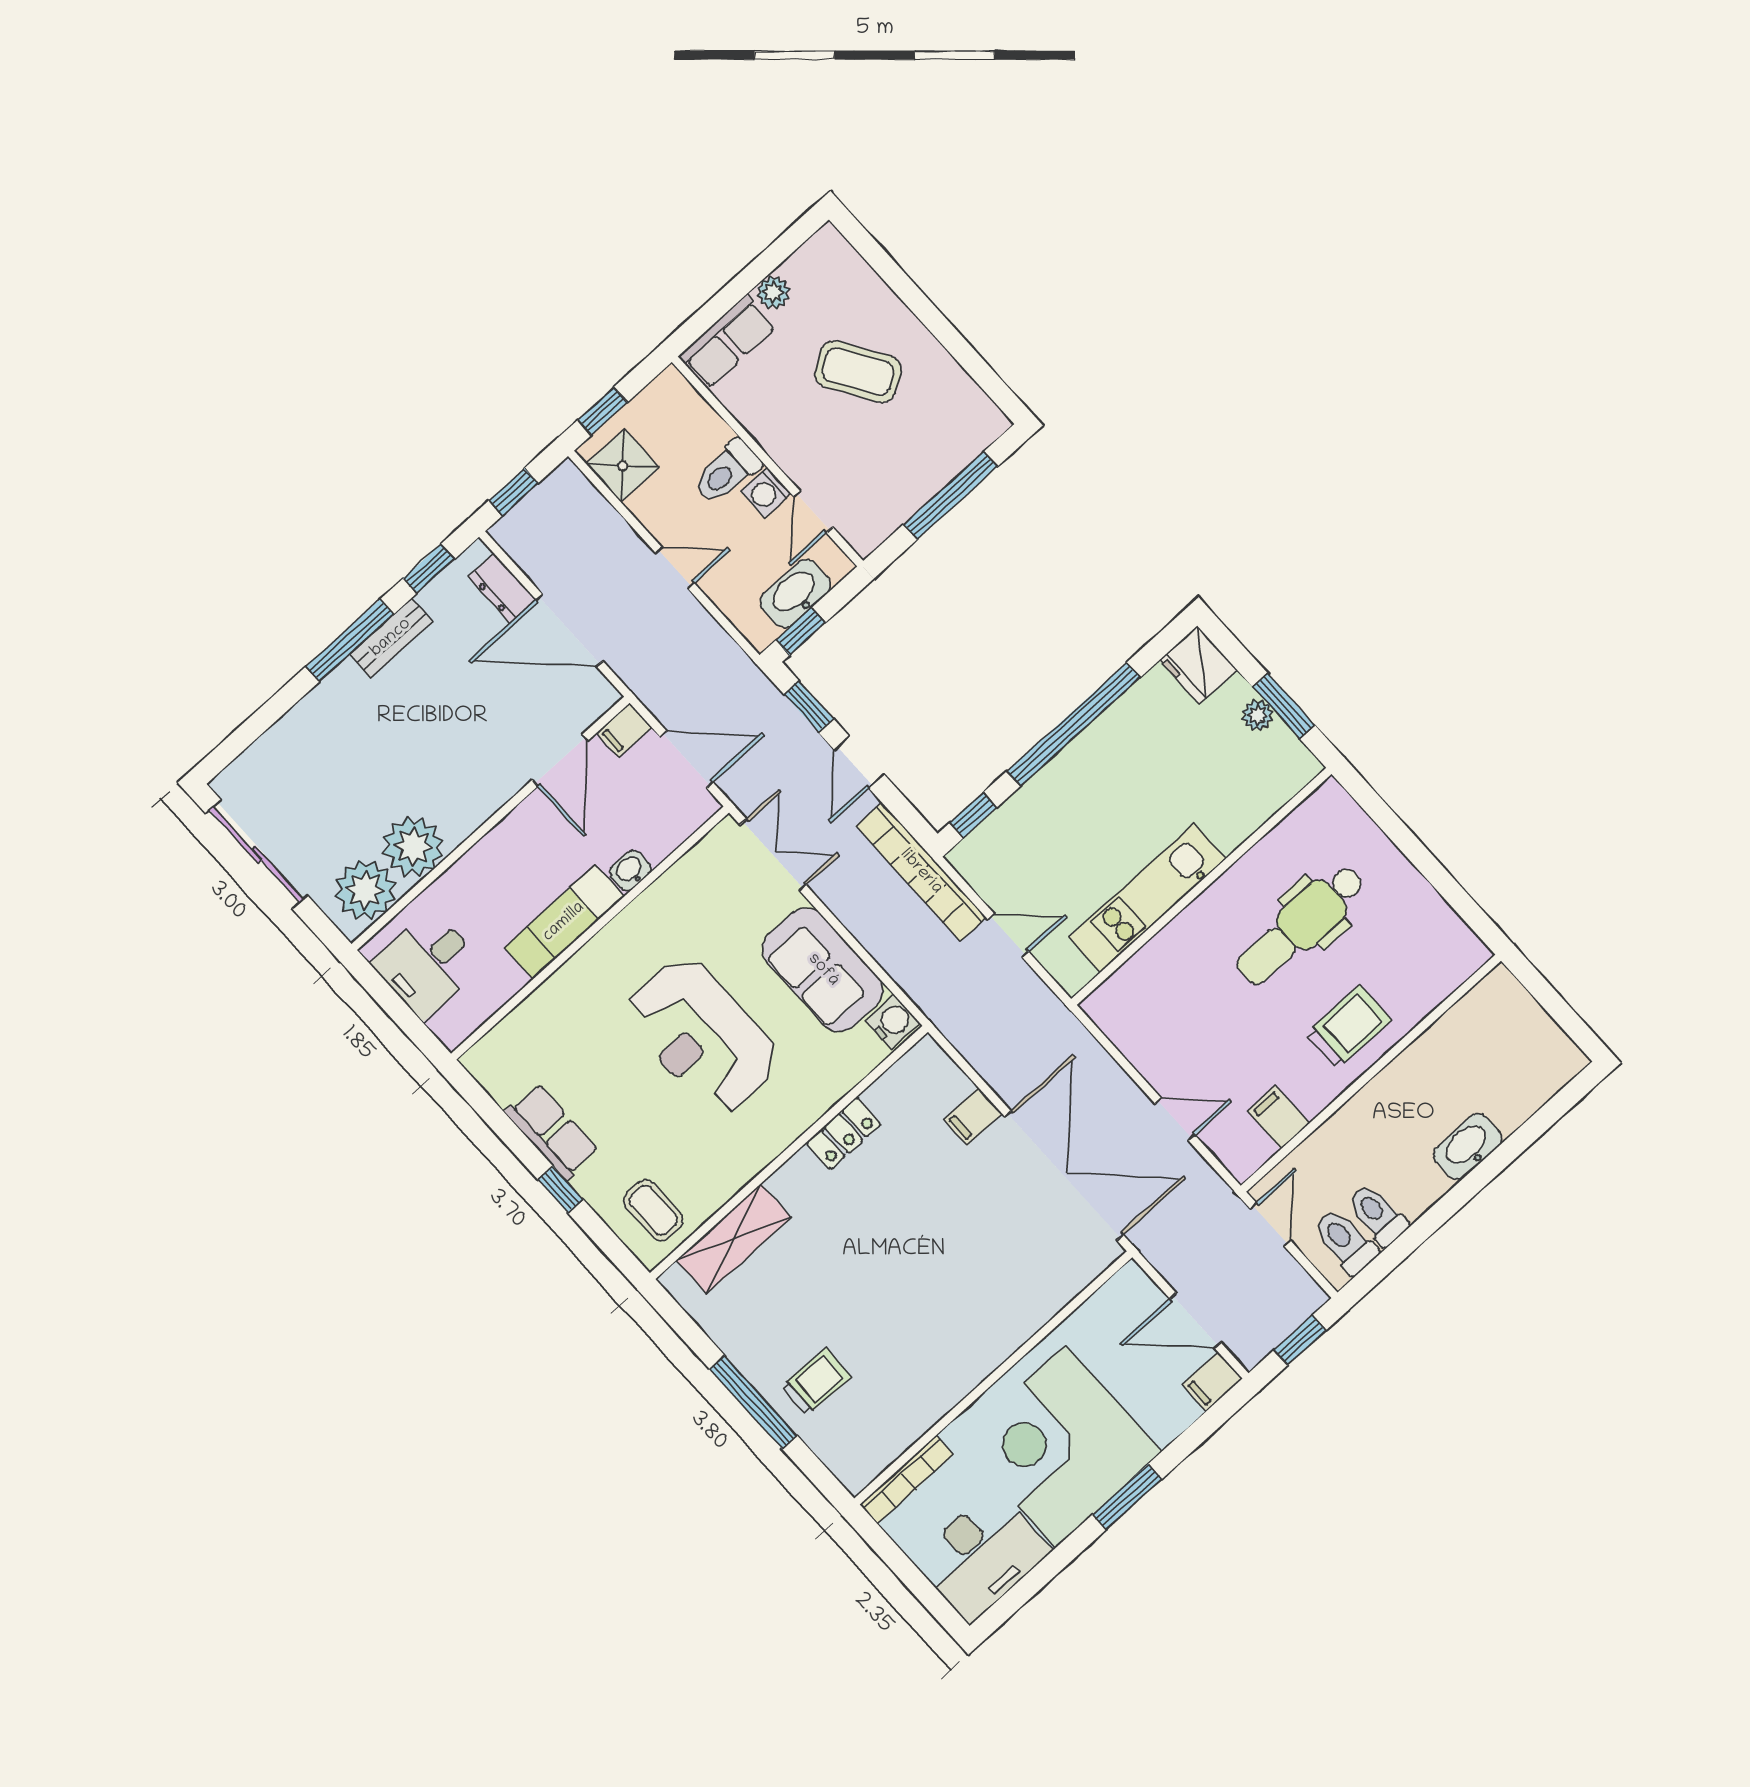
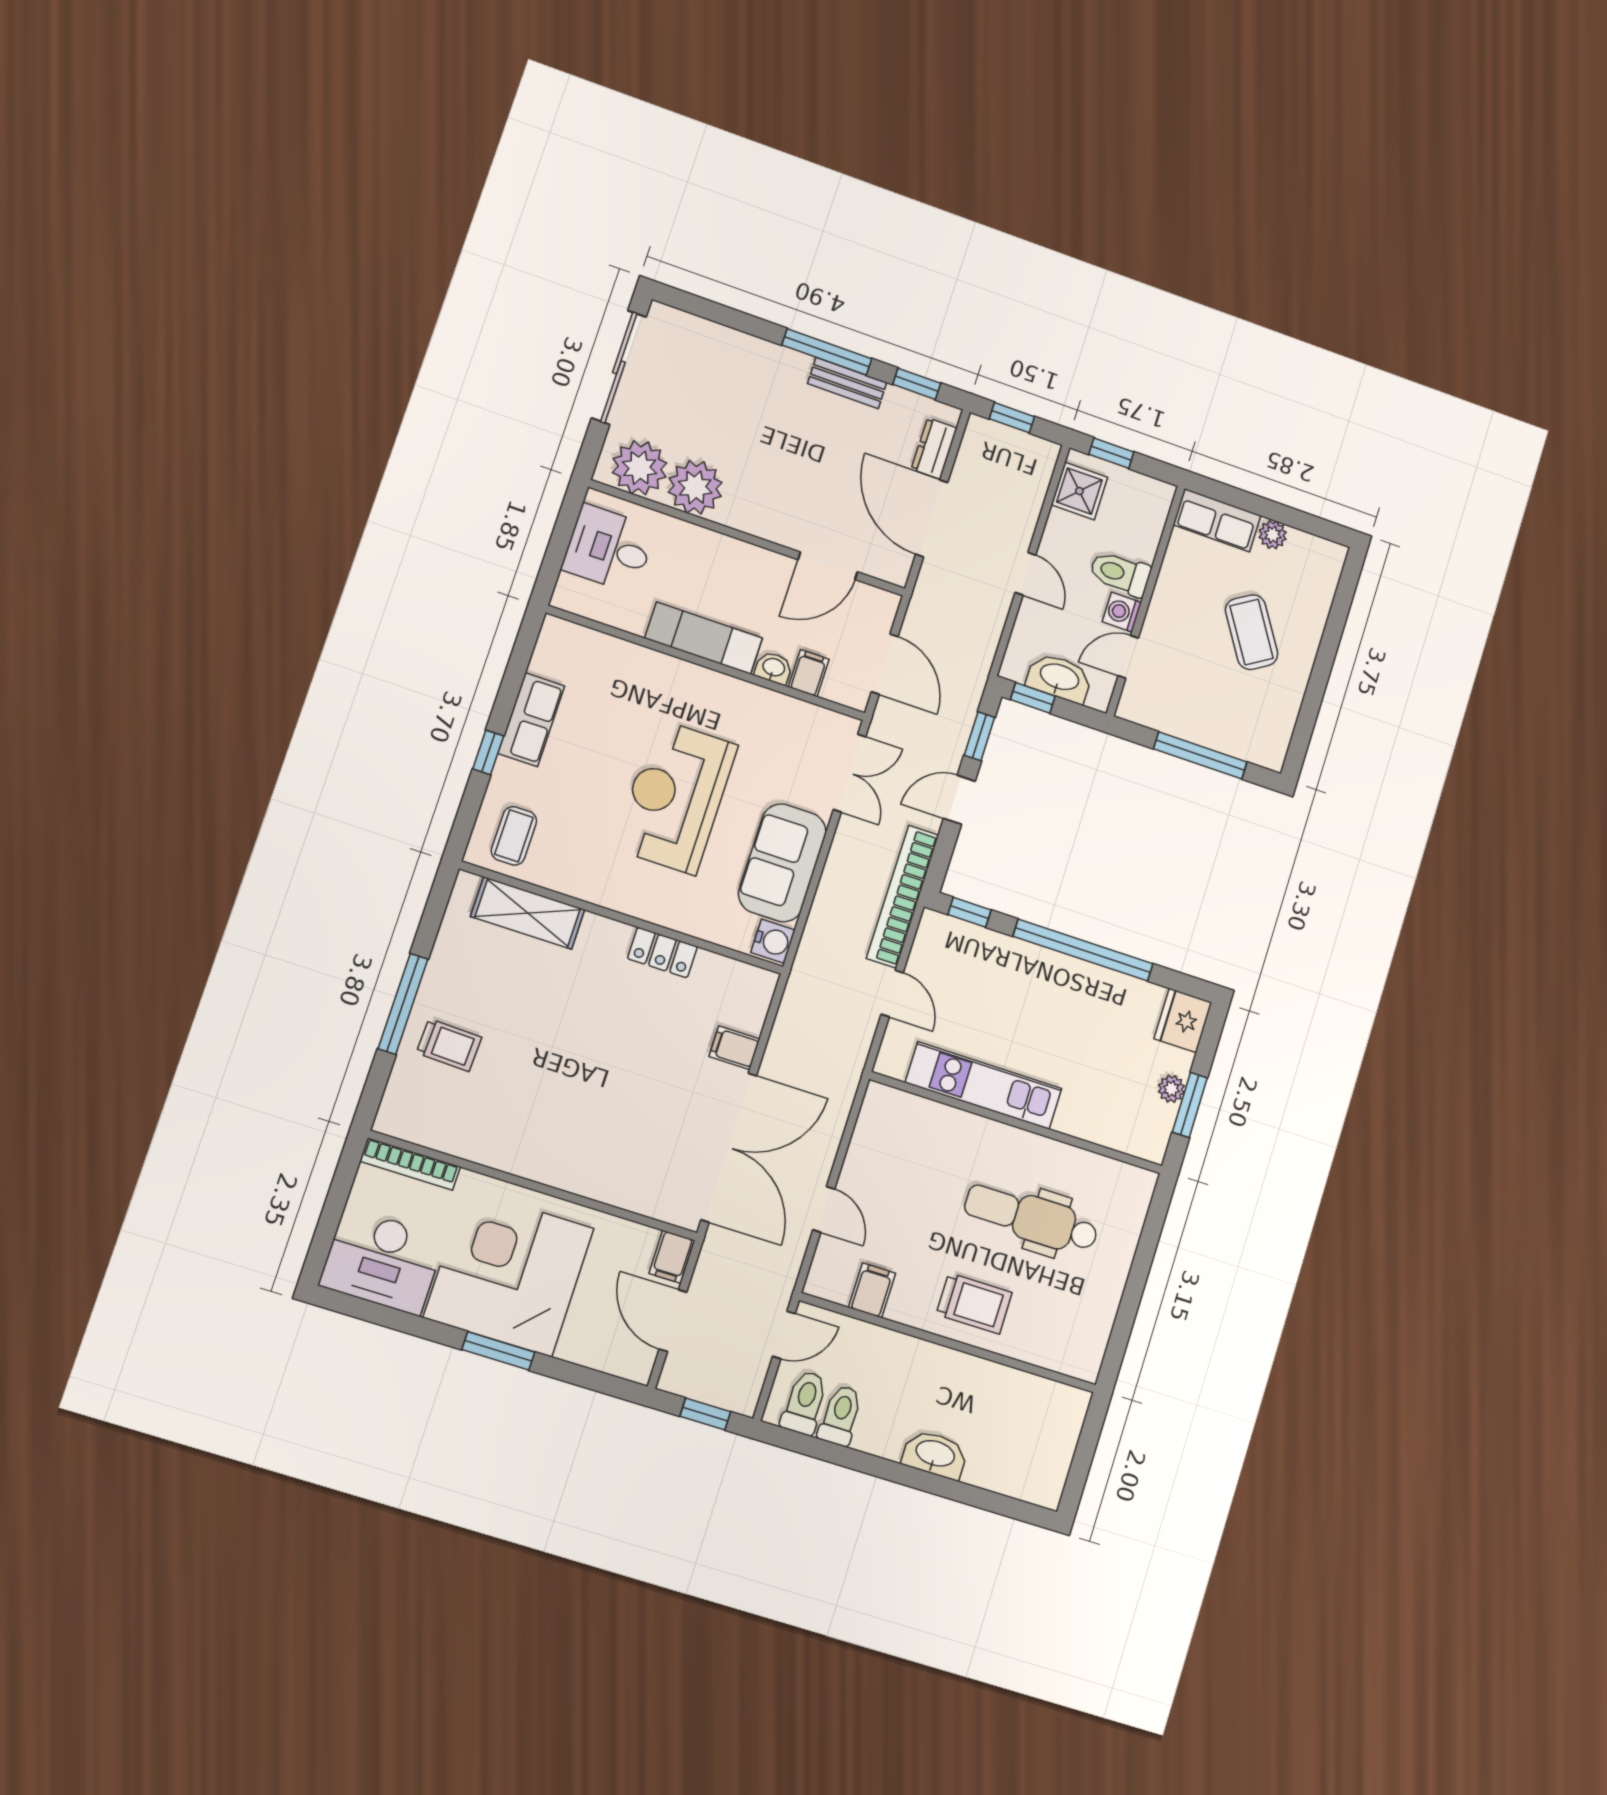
filing cabinet: (624, 730) -> (809, 673), moved, turned 90
filing cabinet: (1212, 1382) -> (672, 1257), moved, turned -90

